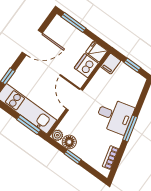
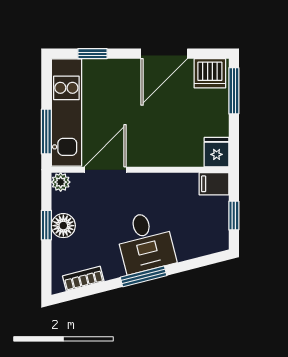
door: (32, 43) -> (164, 54), hinge flipped
dishwasher: (86, 66) -> (210, 73), moved, turned 180
door: (74, 100) -> (105, 170), moved
floor lamp: (69, 142) -> (63, 226), moved

